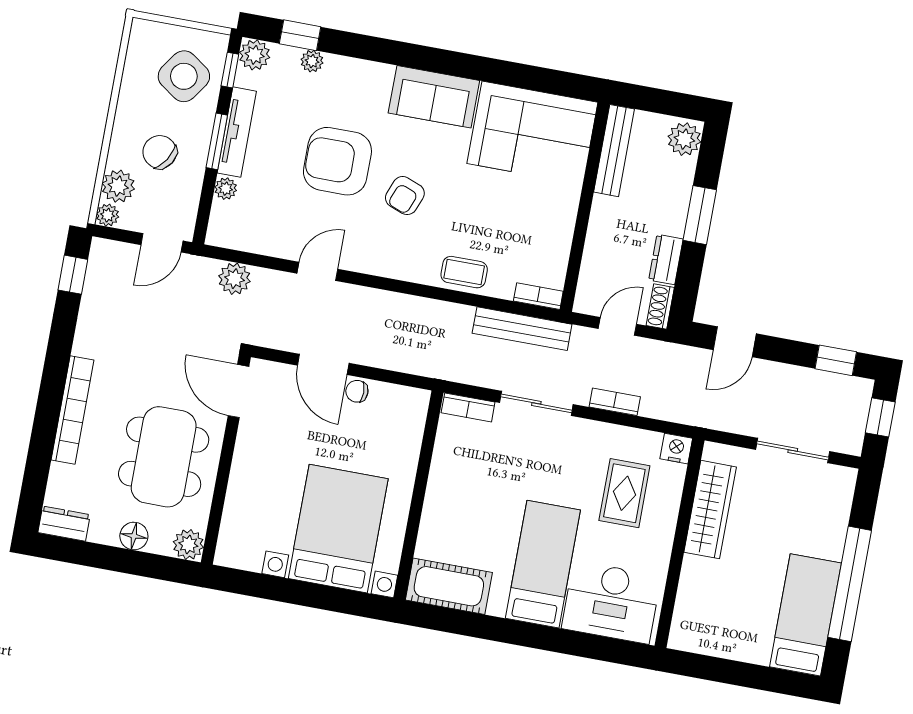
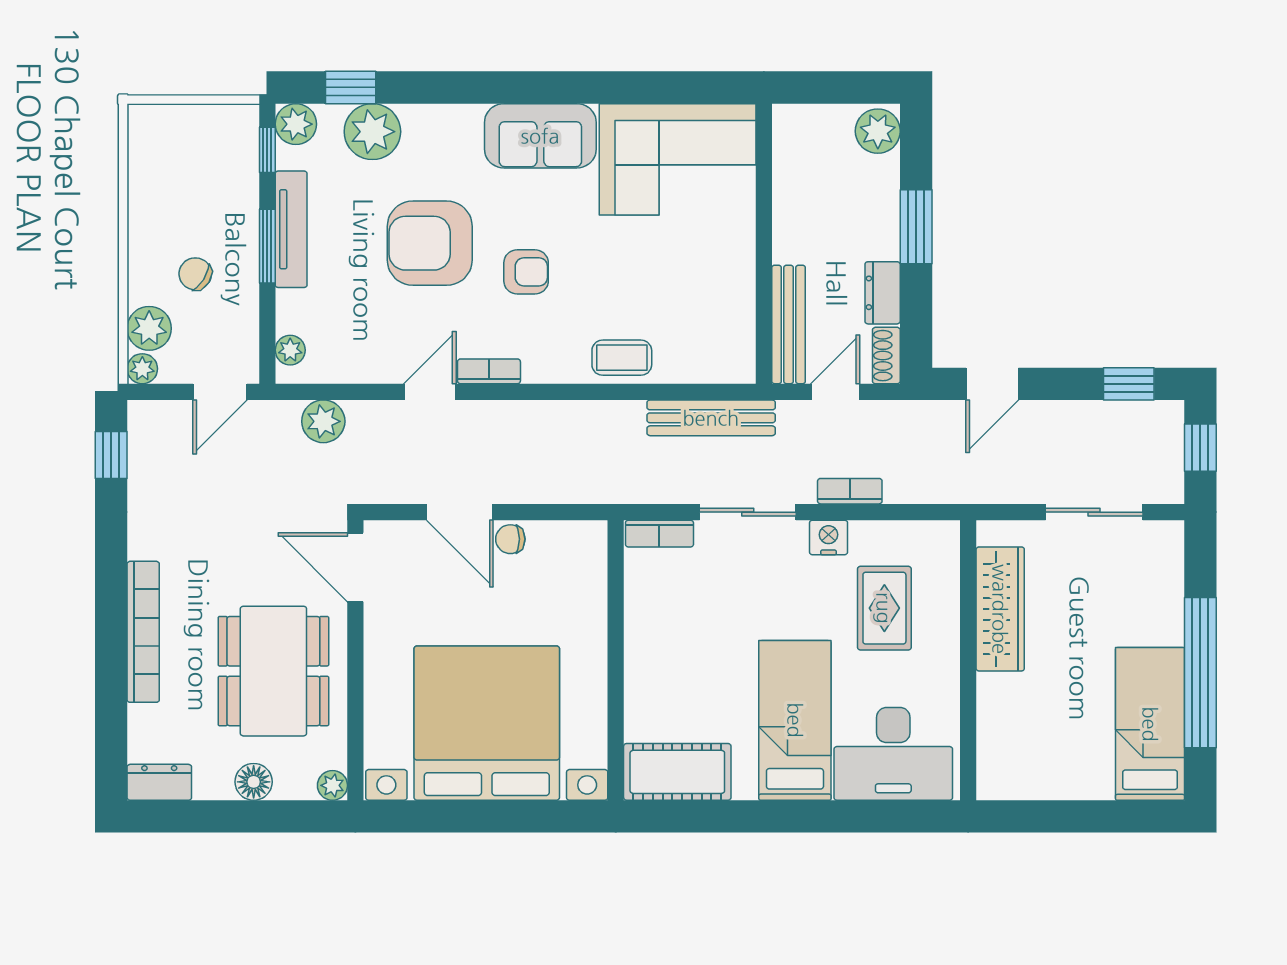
plant: (312, 61) -> (372, 132), width x1.88, depth x1.88
side table: (184, 76) -> (209, 169), removed
bench: (614, 151) -> (789, 324), moved
chair: (160, 152) -> (195, 274), width x0.73, depth x0.73
plant: (226, 189) -> (290, 350), moved
armchair: (405, 196) -> (526, 272), turned -111
bookcase: (538, 296) -> (489, 371), moved
nightstand: (676, 449) -> (829, 537), moved
bed with nightstands: (338, 529) -> (487, 723), width x1.36
plant: (188, 545) -> (332, 785), width x0.73, depth x0.73

